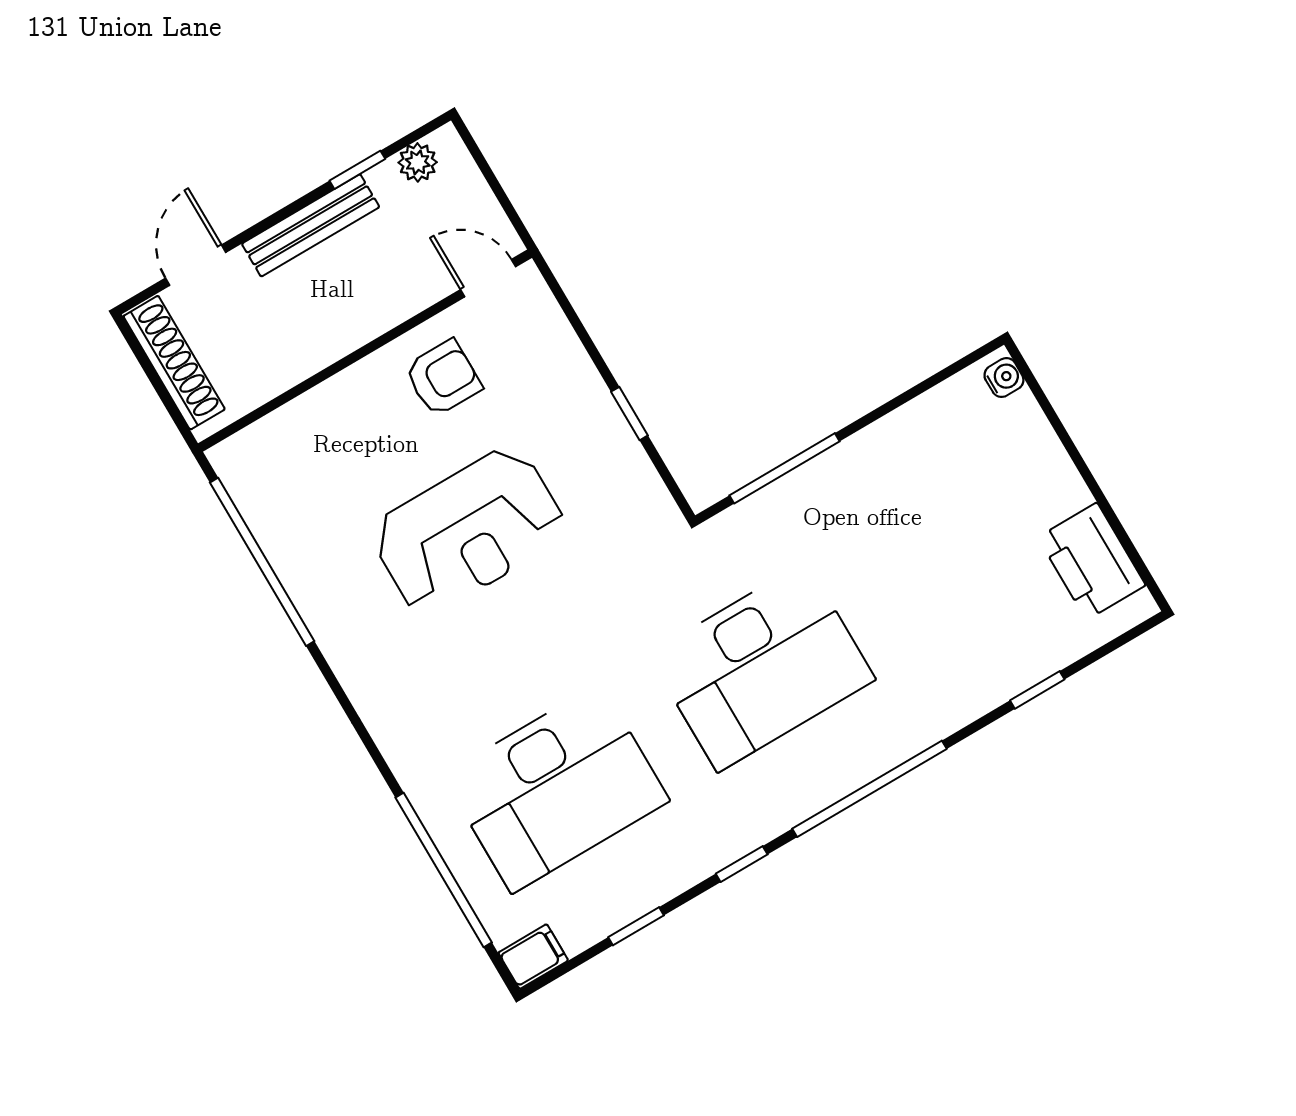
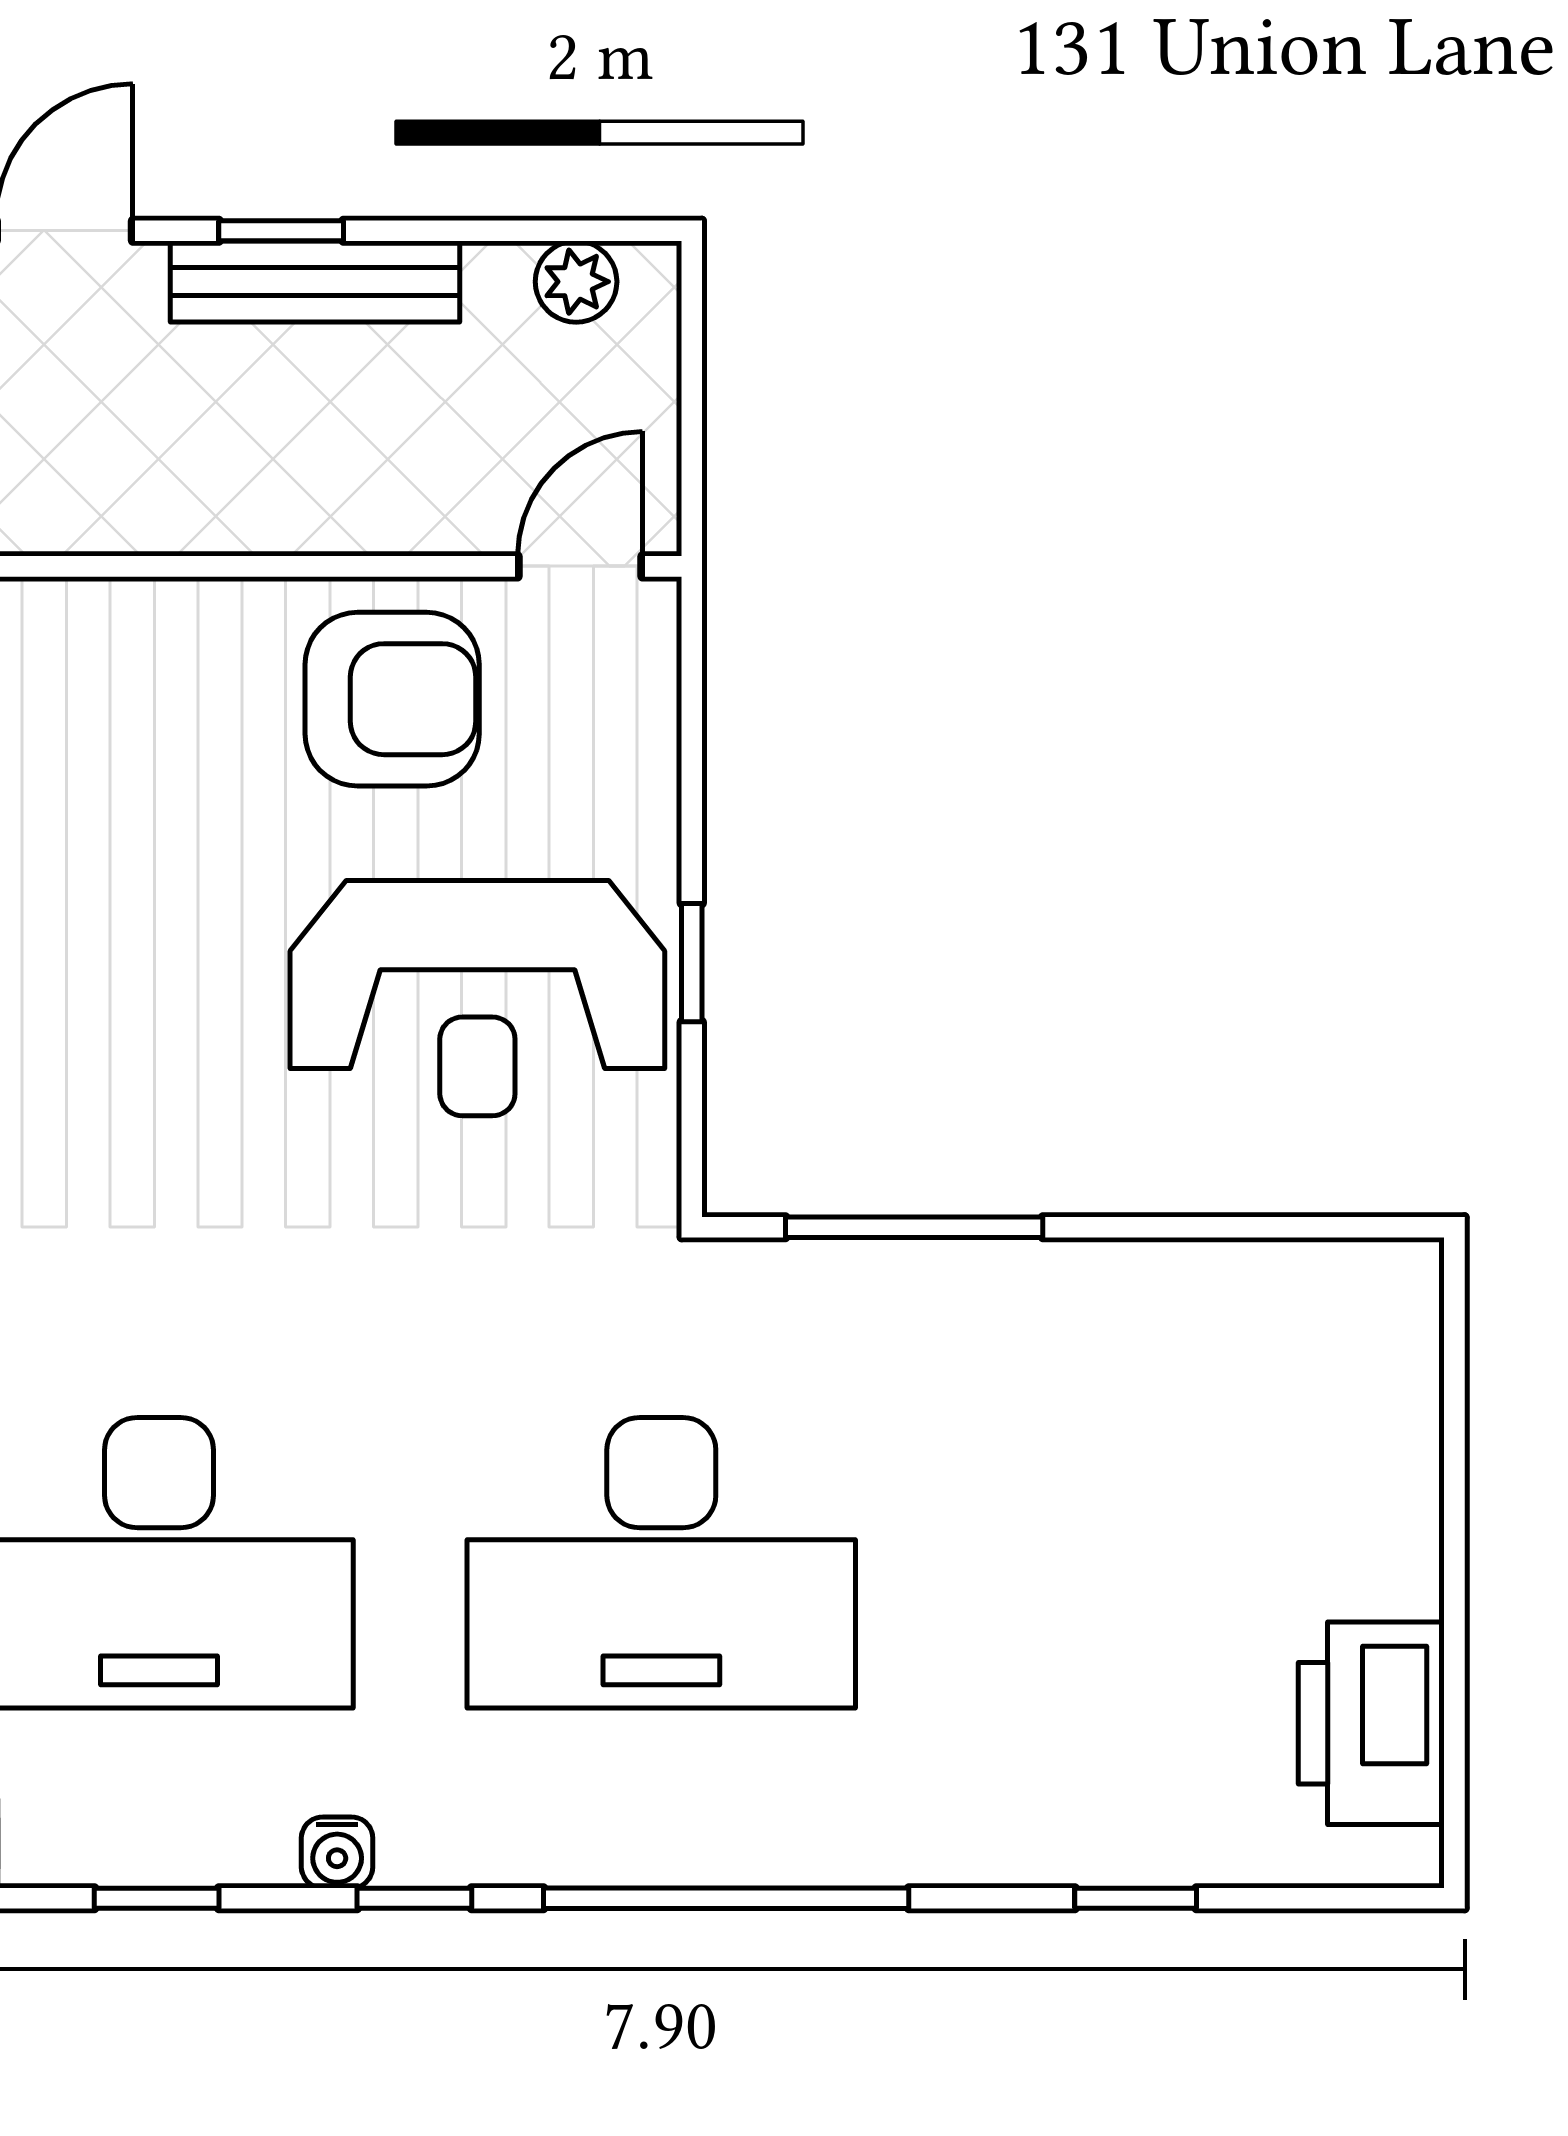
window: (357, 170) -> (281, 231), moved
door: (488, 278) -> (580, 566), hinge flipped
armchair: (443, 378) -> (392, 699), width x1.38, depth x1.38
water cooler: (1004, 378) -> (337, 1853), moved, turned 90
reception desk: (468, 531) -> (477, 998), moved

